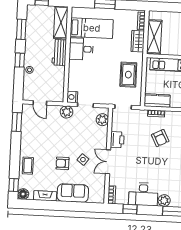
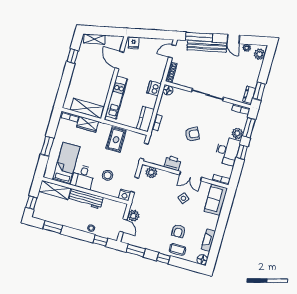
workbench: (59, 52) -> (86, 199), width x1.38
window: (20, 60) -> (100, 241), moved
stool: (89, 74) -> (108, 175), added
rug: (128, 75) -> (116, 140), turned 90
door: (40, 103) -> (123, 226), hinge flipped
plant: (67, 112) -> (133, 216), moved
armchair: (160, 138) -> (192, 134), moved
armchair: (63, 163) -> (178, 231), moved
window: (14, 185) -> (163, 258), moved
sofa: (73, 193) -> (216, 200), moved
window: (130, 209) -> (242, 152), moved

